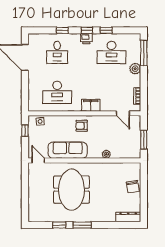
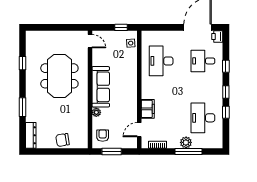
printer: (86, 39) -> (217, 37), moved
window: (144, 53) -> (188, 151), moved
filing cabinet: (91, 105) -> (148, 109), moved
armchair: (82, 126) -> (103, 136), moved
sofa: (68, 150) -> (101, 87), moved
door: (38, 160) -> (90, 41), hinge flipped
meeting table: (71, 190) -> (59, 76), turned 90
window: (82, 225) -> (22, 107), moved

